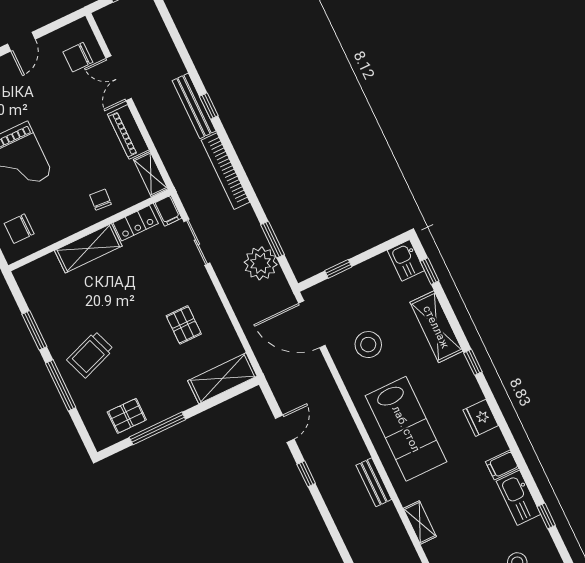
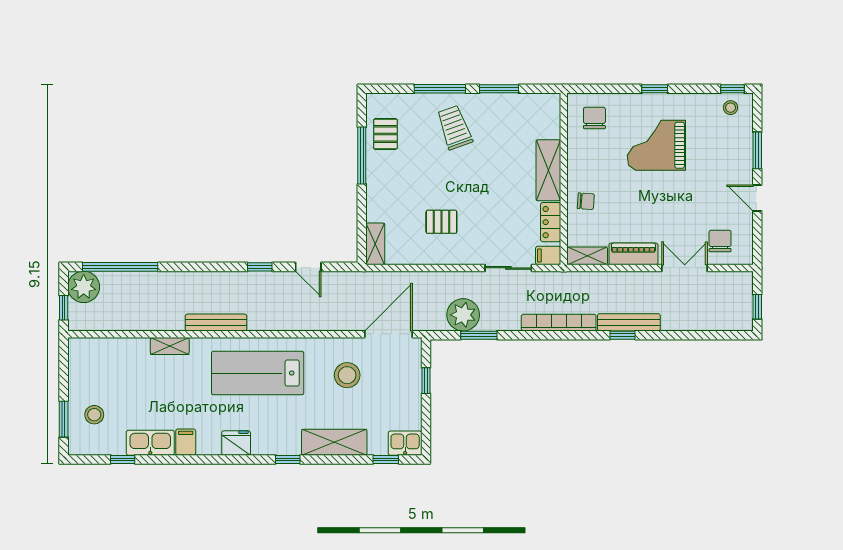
shelving: (222, 378) -> (375, 244), width x0.67, depth x0.75
bench: (374, 482) -> (216, 322), width x1.36

